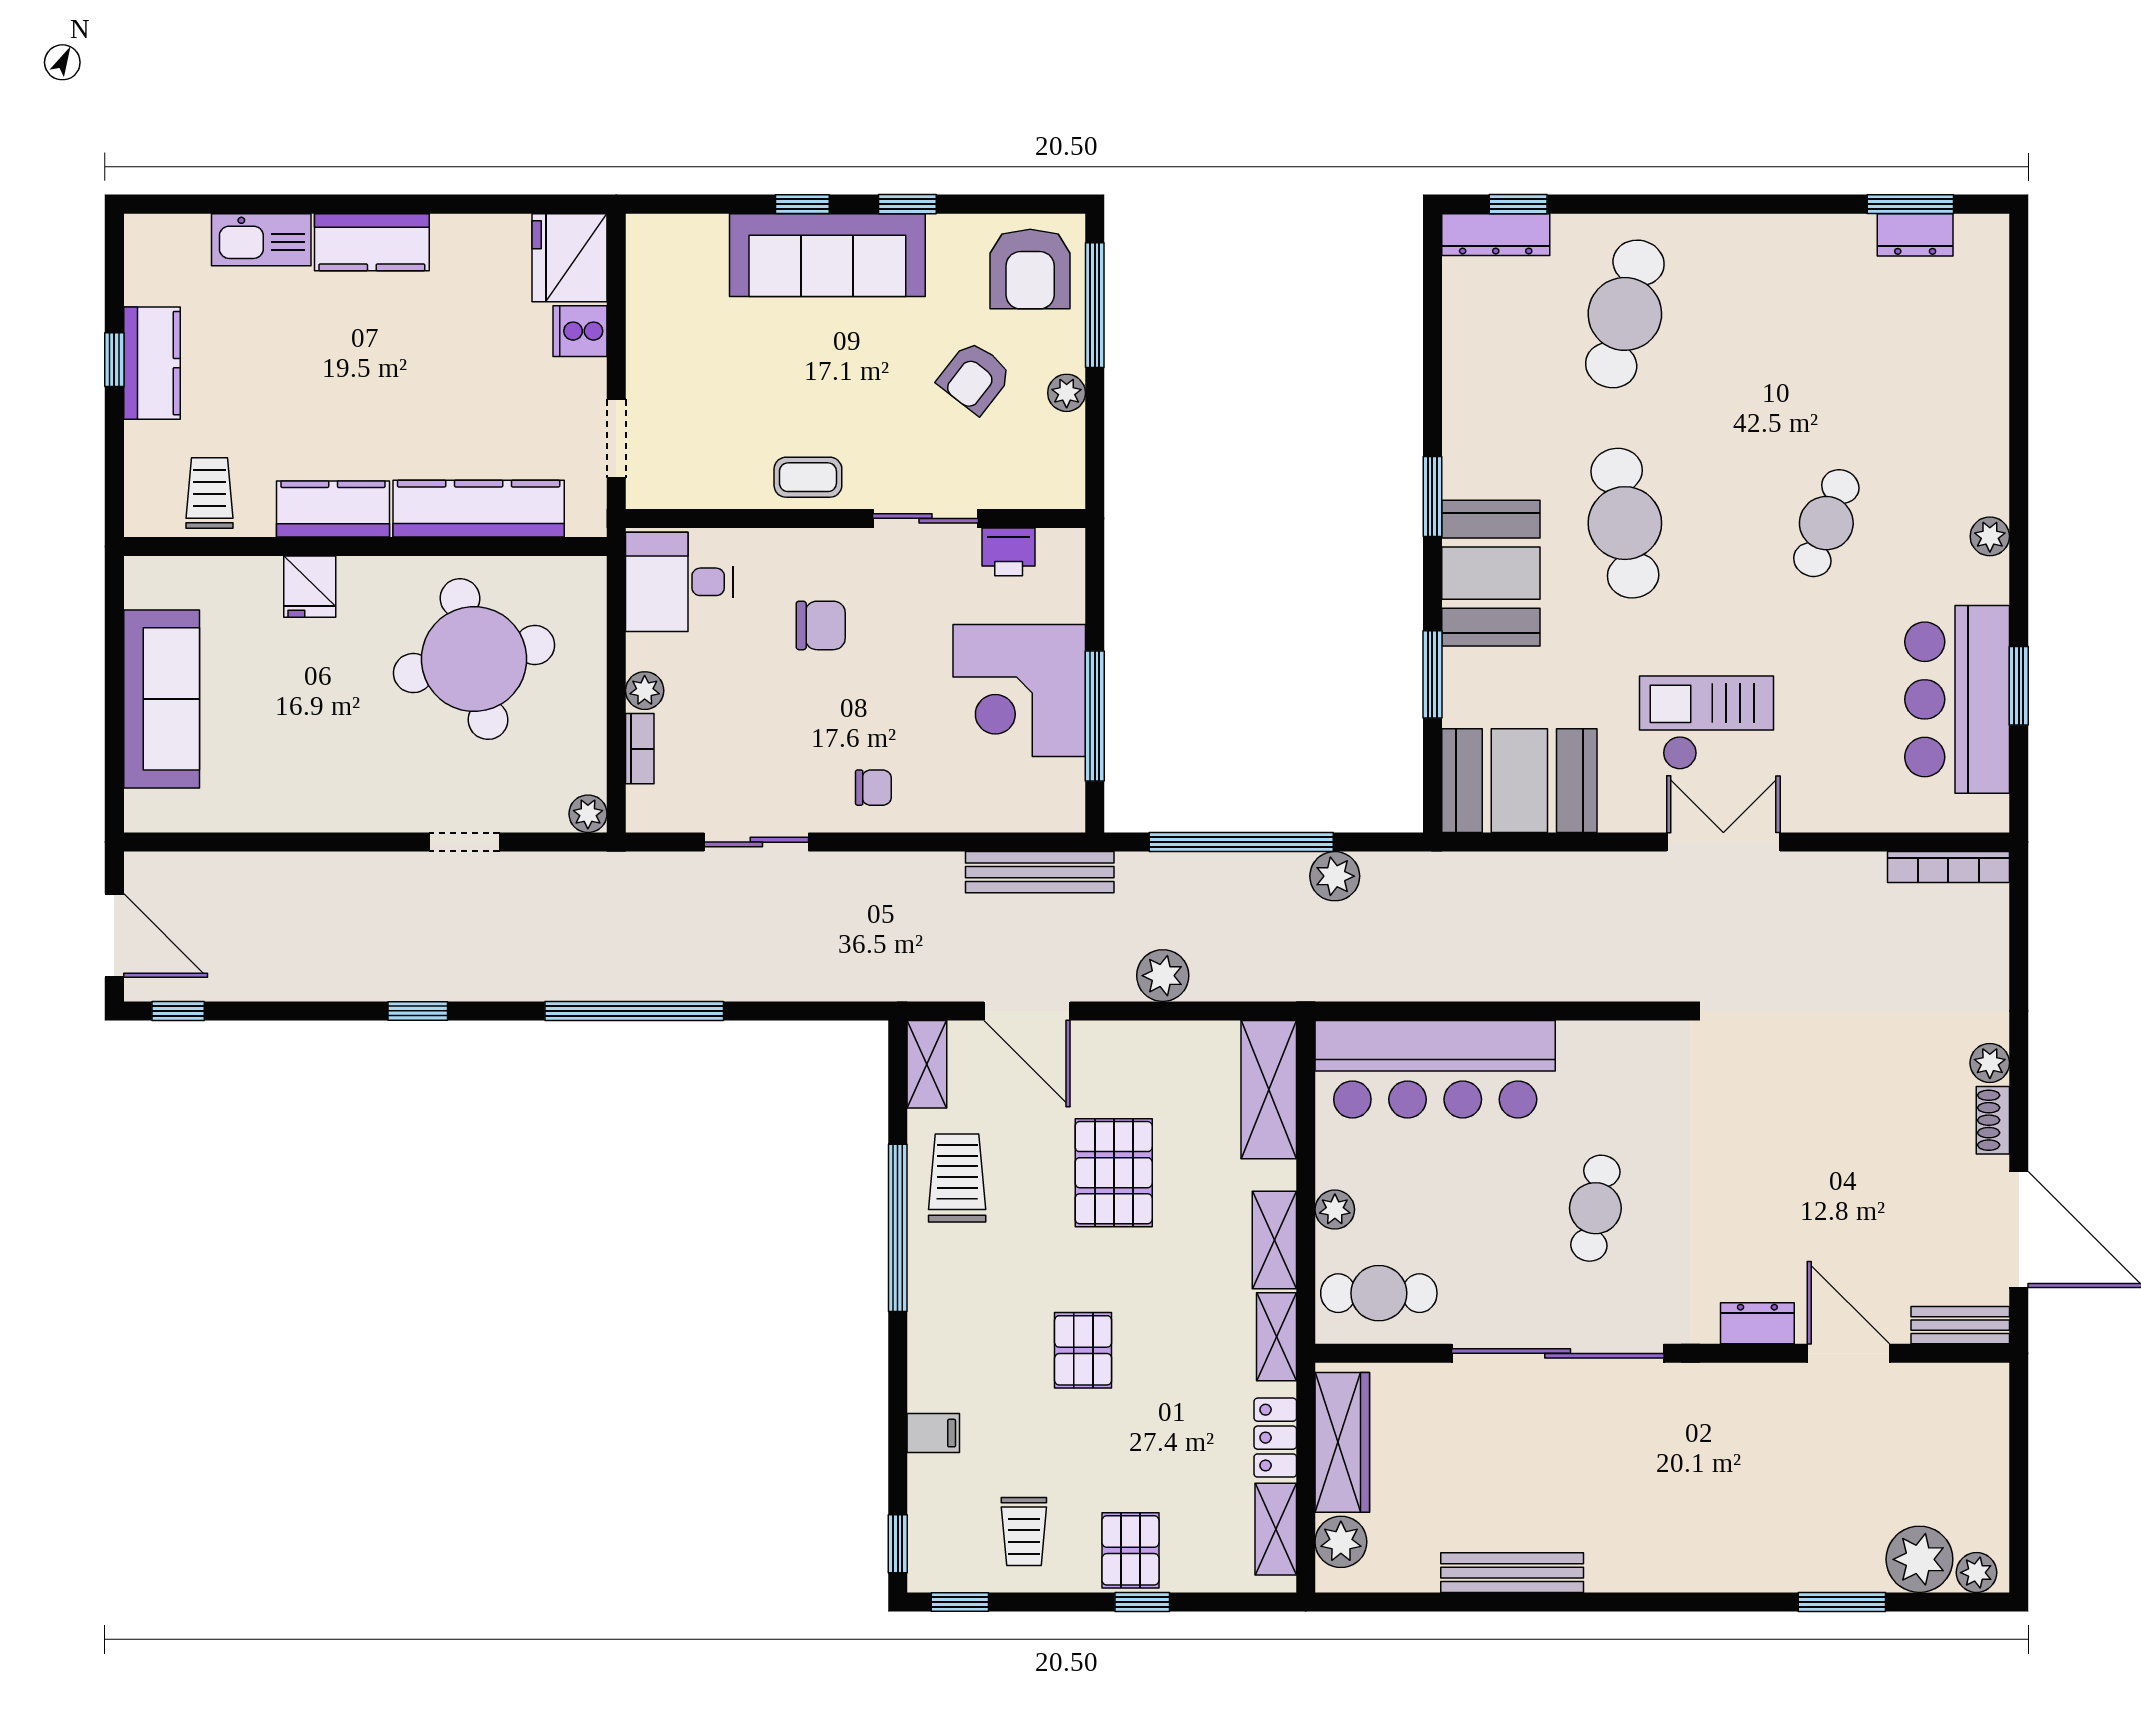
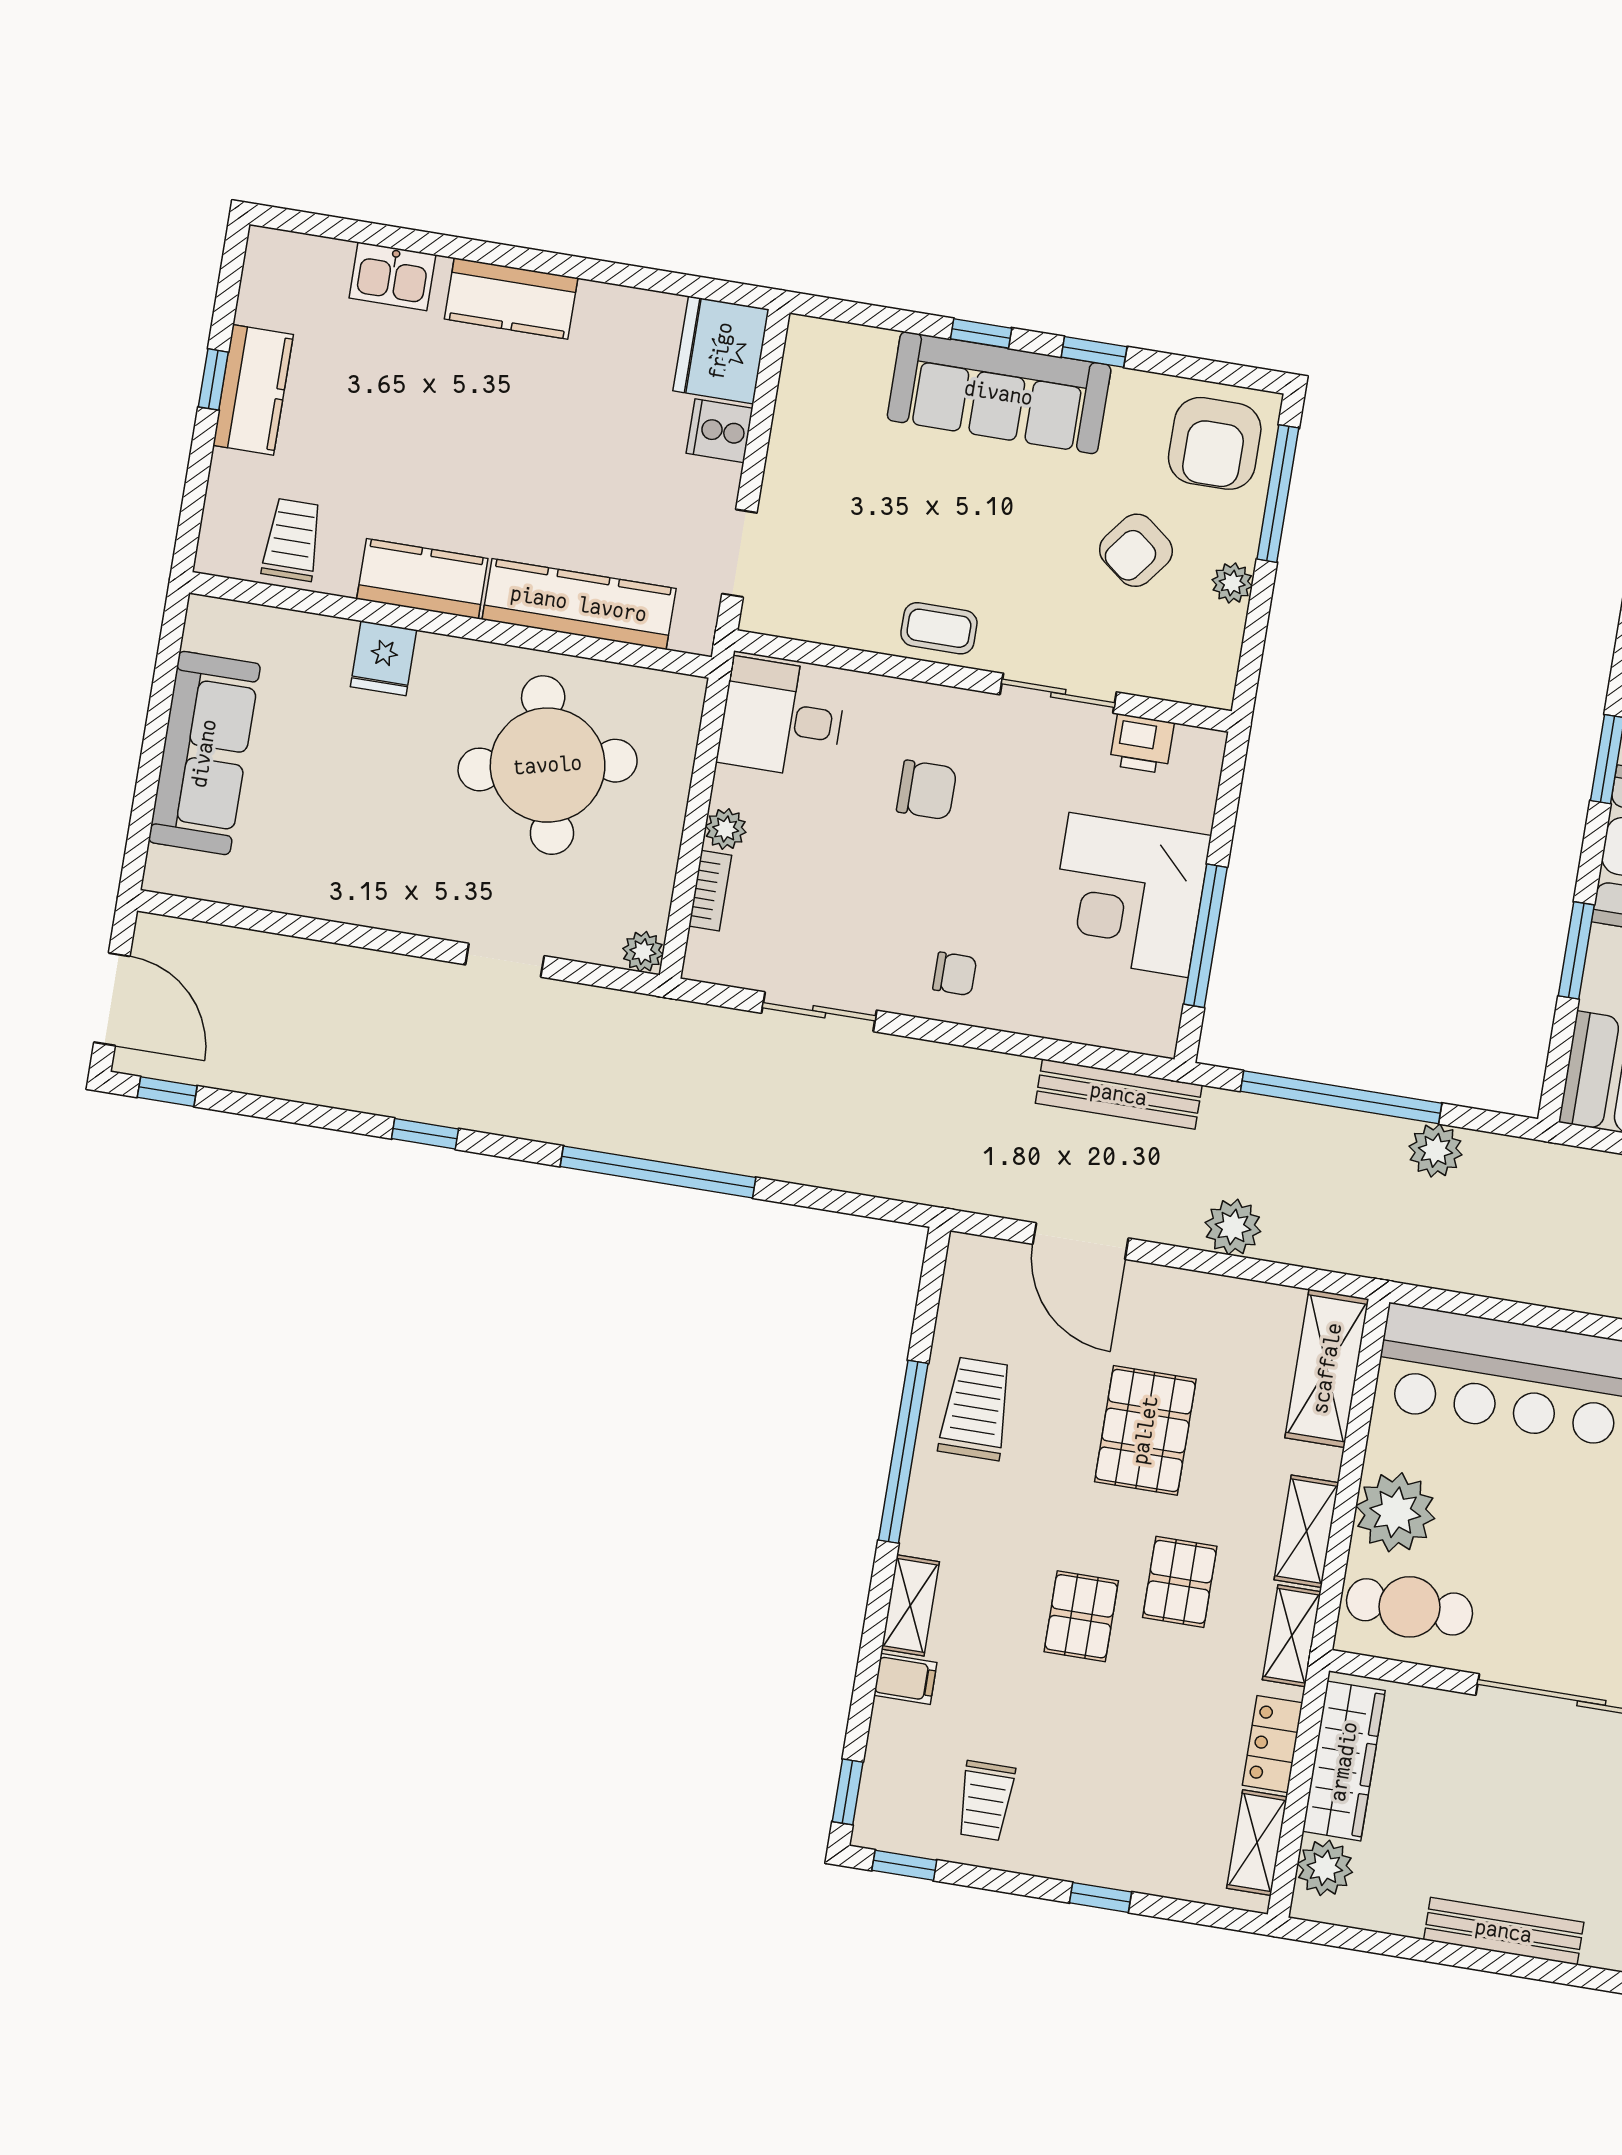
kitchen sink: (261, 240) -> (392, 276), width x0.73
shelving: (927, 1064) -> (910, 1605), moved
plant: (1335, 1210) -> (1395, 1512), width x1.87, depth x1.87
pallet: (1130, 1550) -> (1180, 1582), moved

